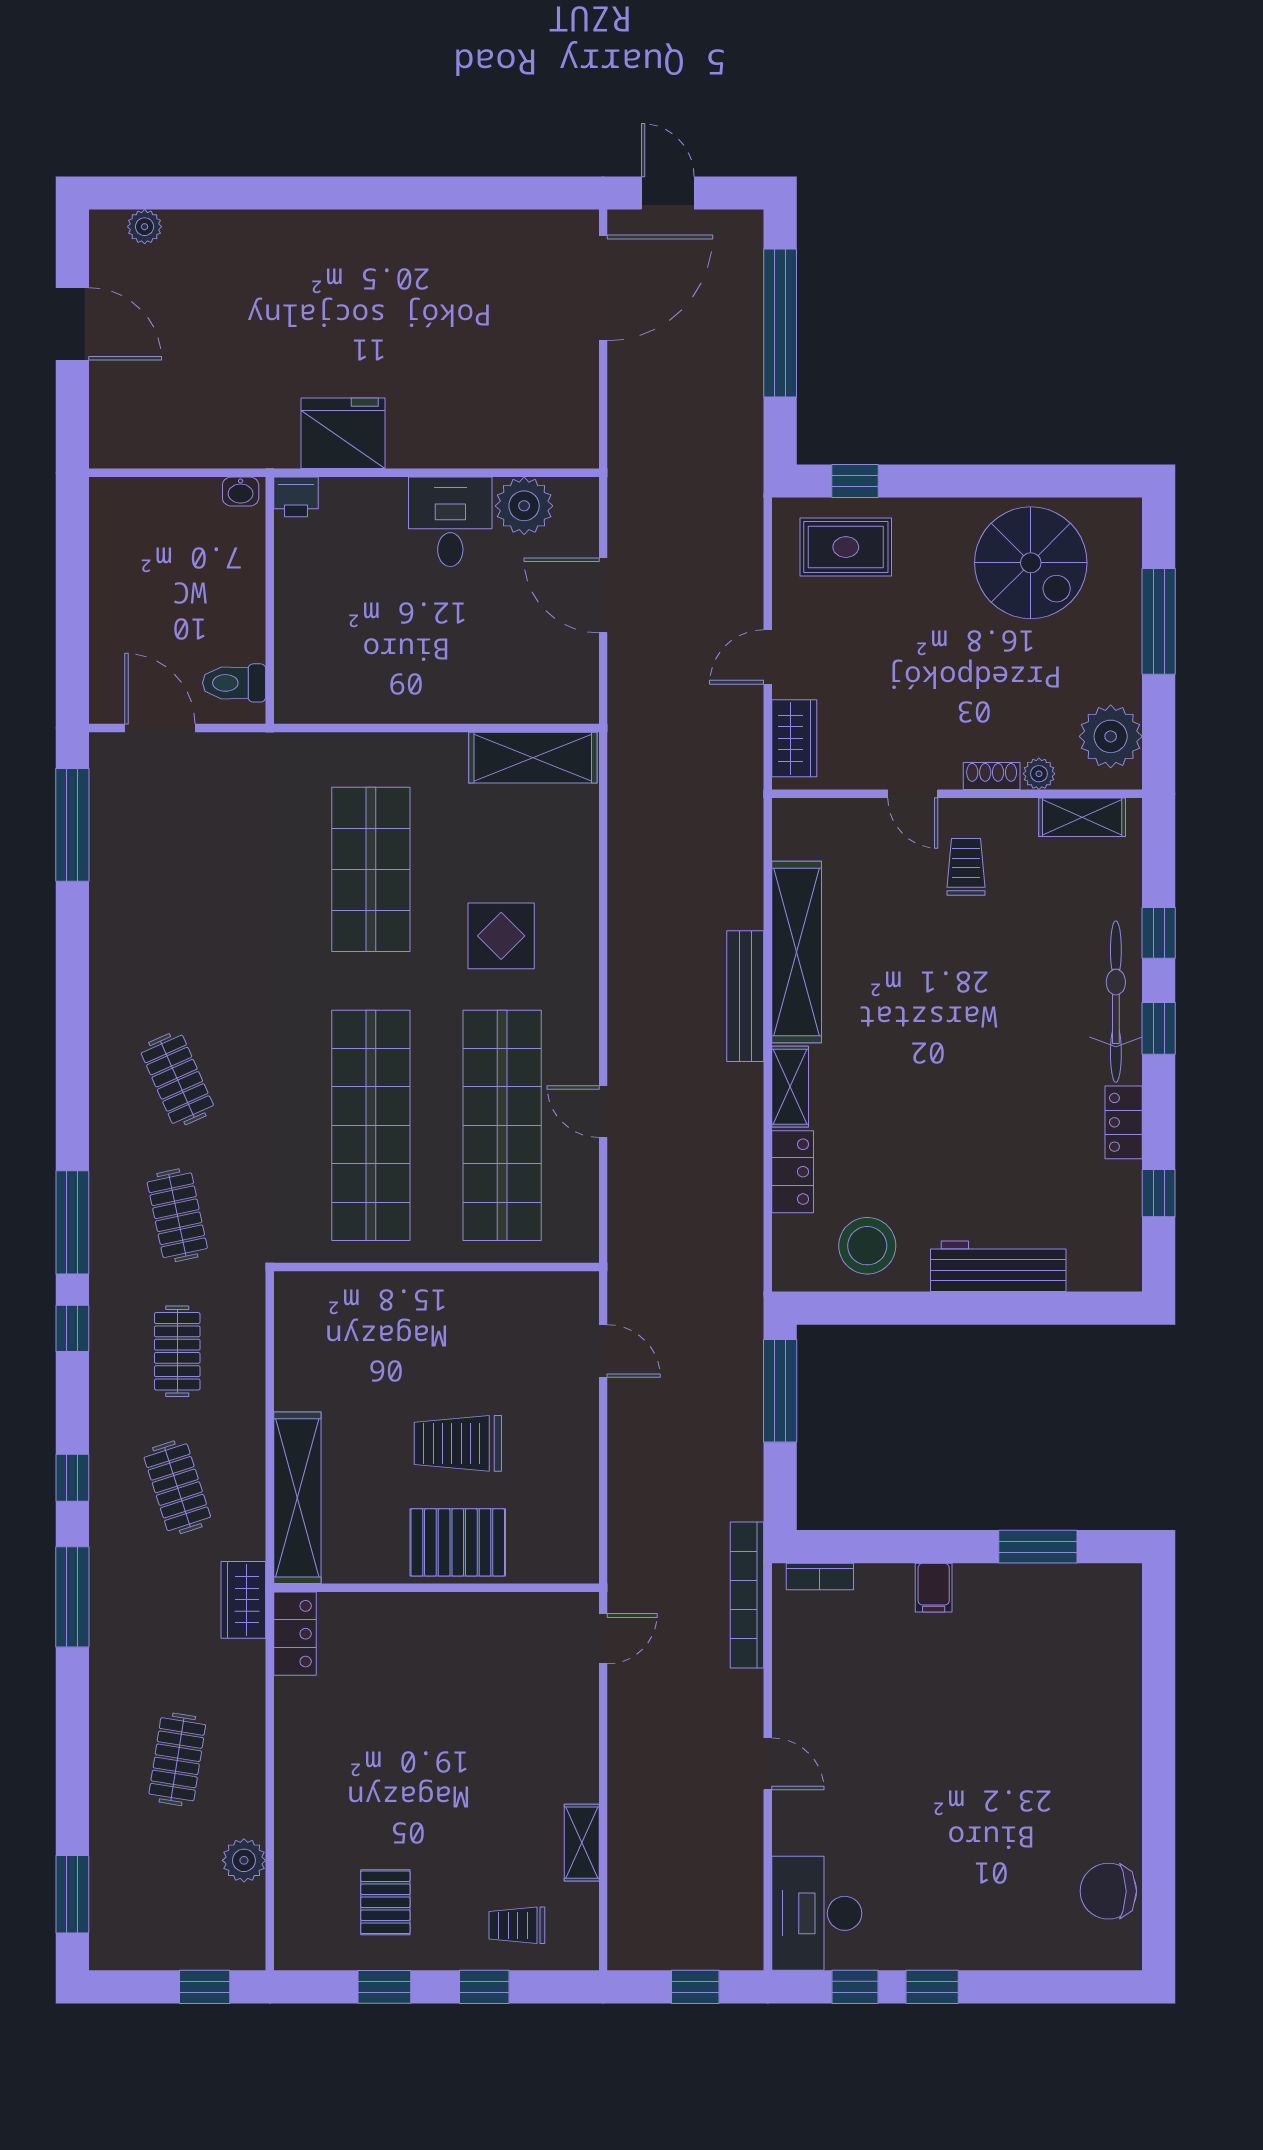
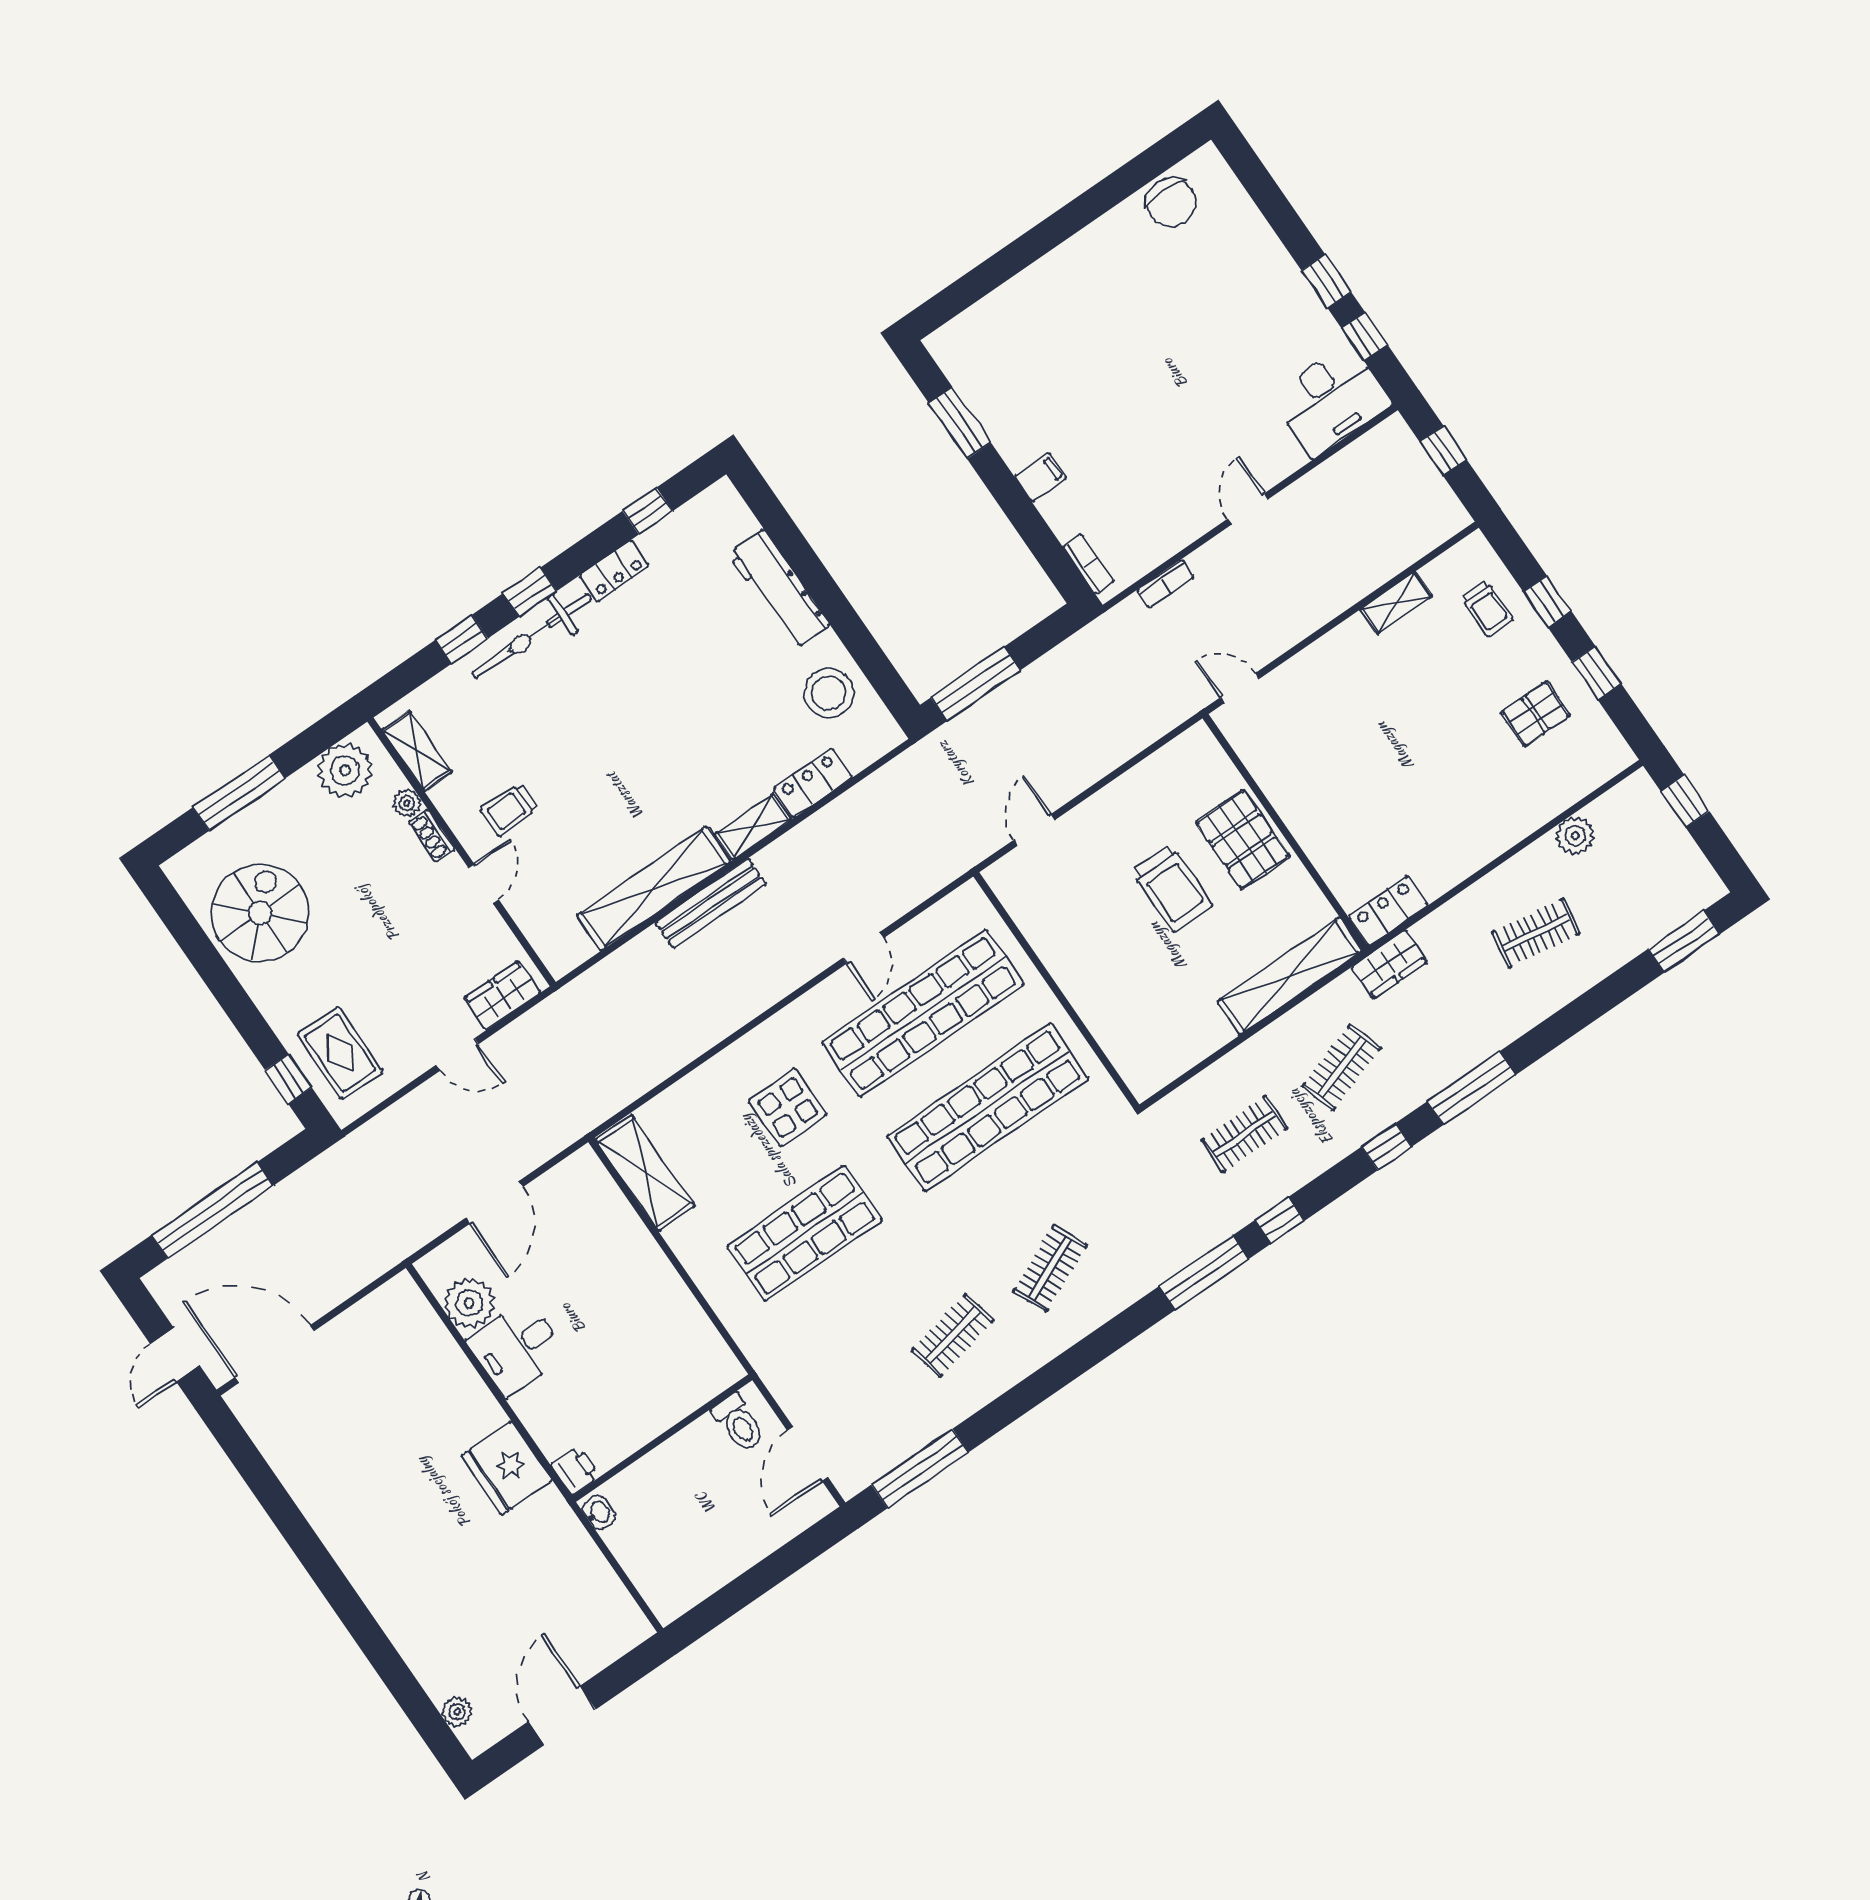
clothes rail: (177, 1215) -> (953, 1335), moved
bookcase: (747, 1595) -> (1165, 584), width x0.43, depth x0.76

